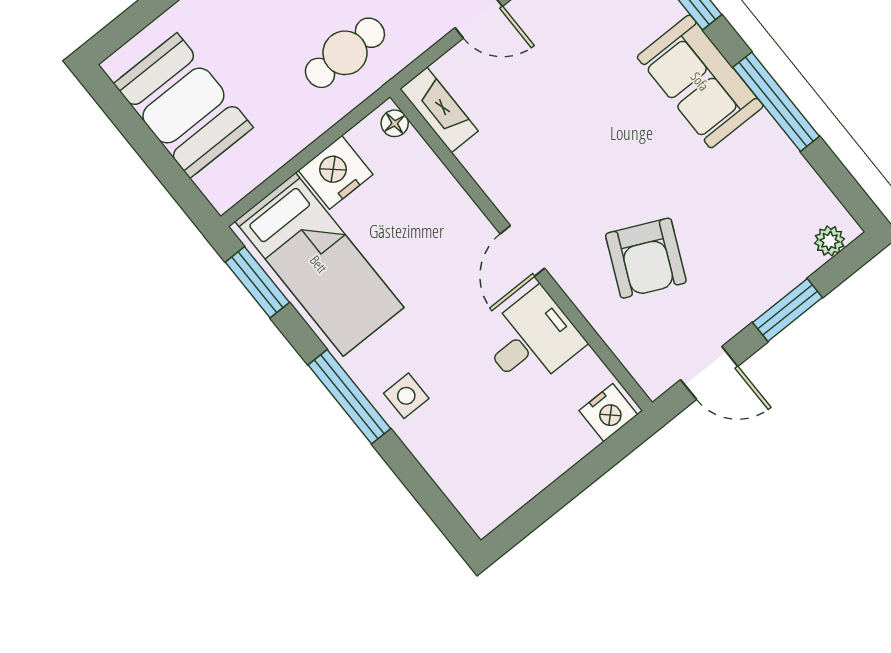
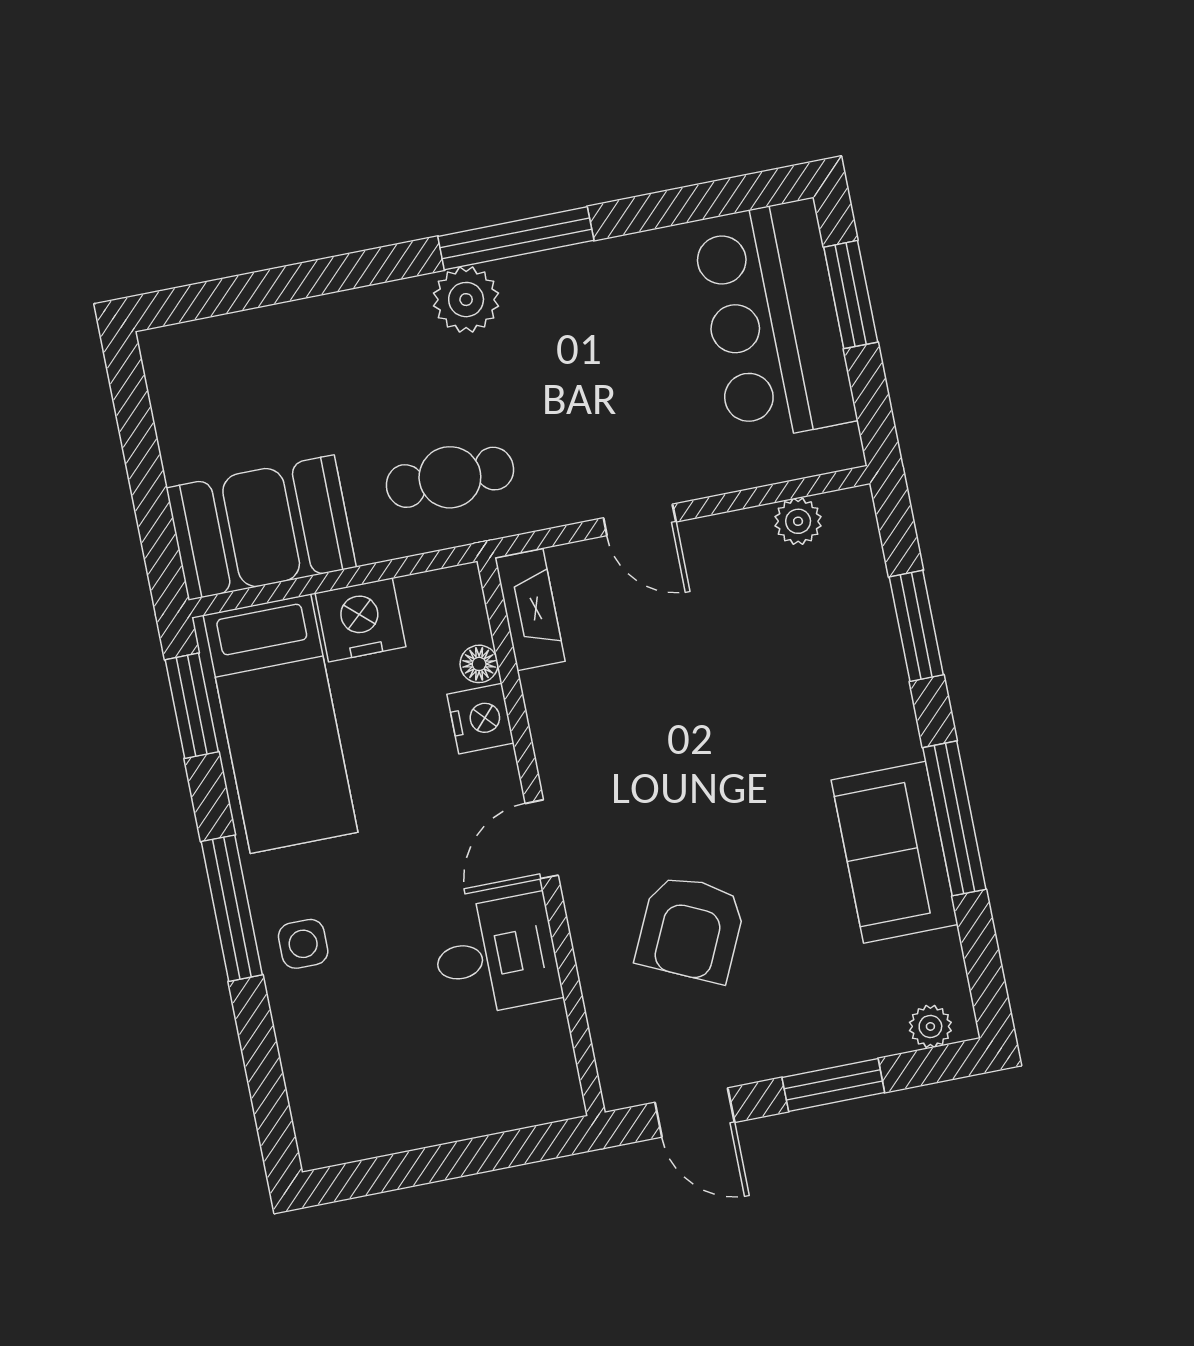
sofa: (700, 81) -> (895, 852), moved
booth: (183, 106) -> (261, 528), moved, turned 90
floor lamp: (395, 123) -> (479, 664), moved
nightstand: (608, 413) -> (480, 719), moved, turned -90

